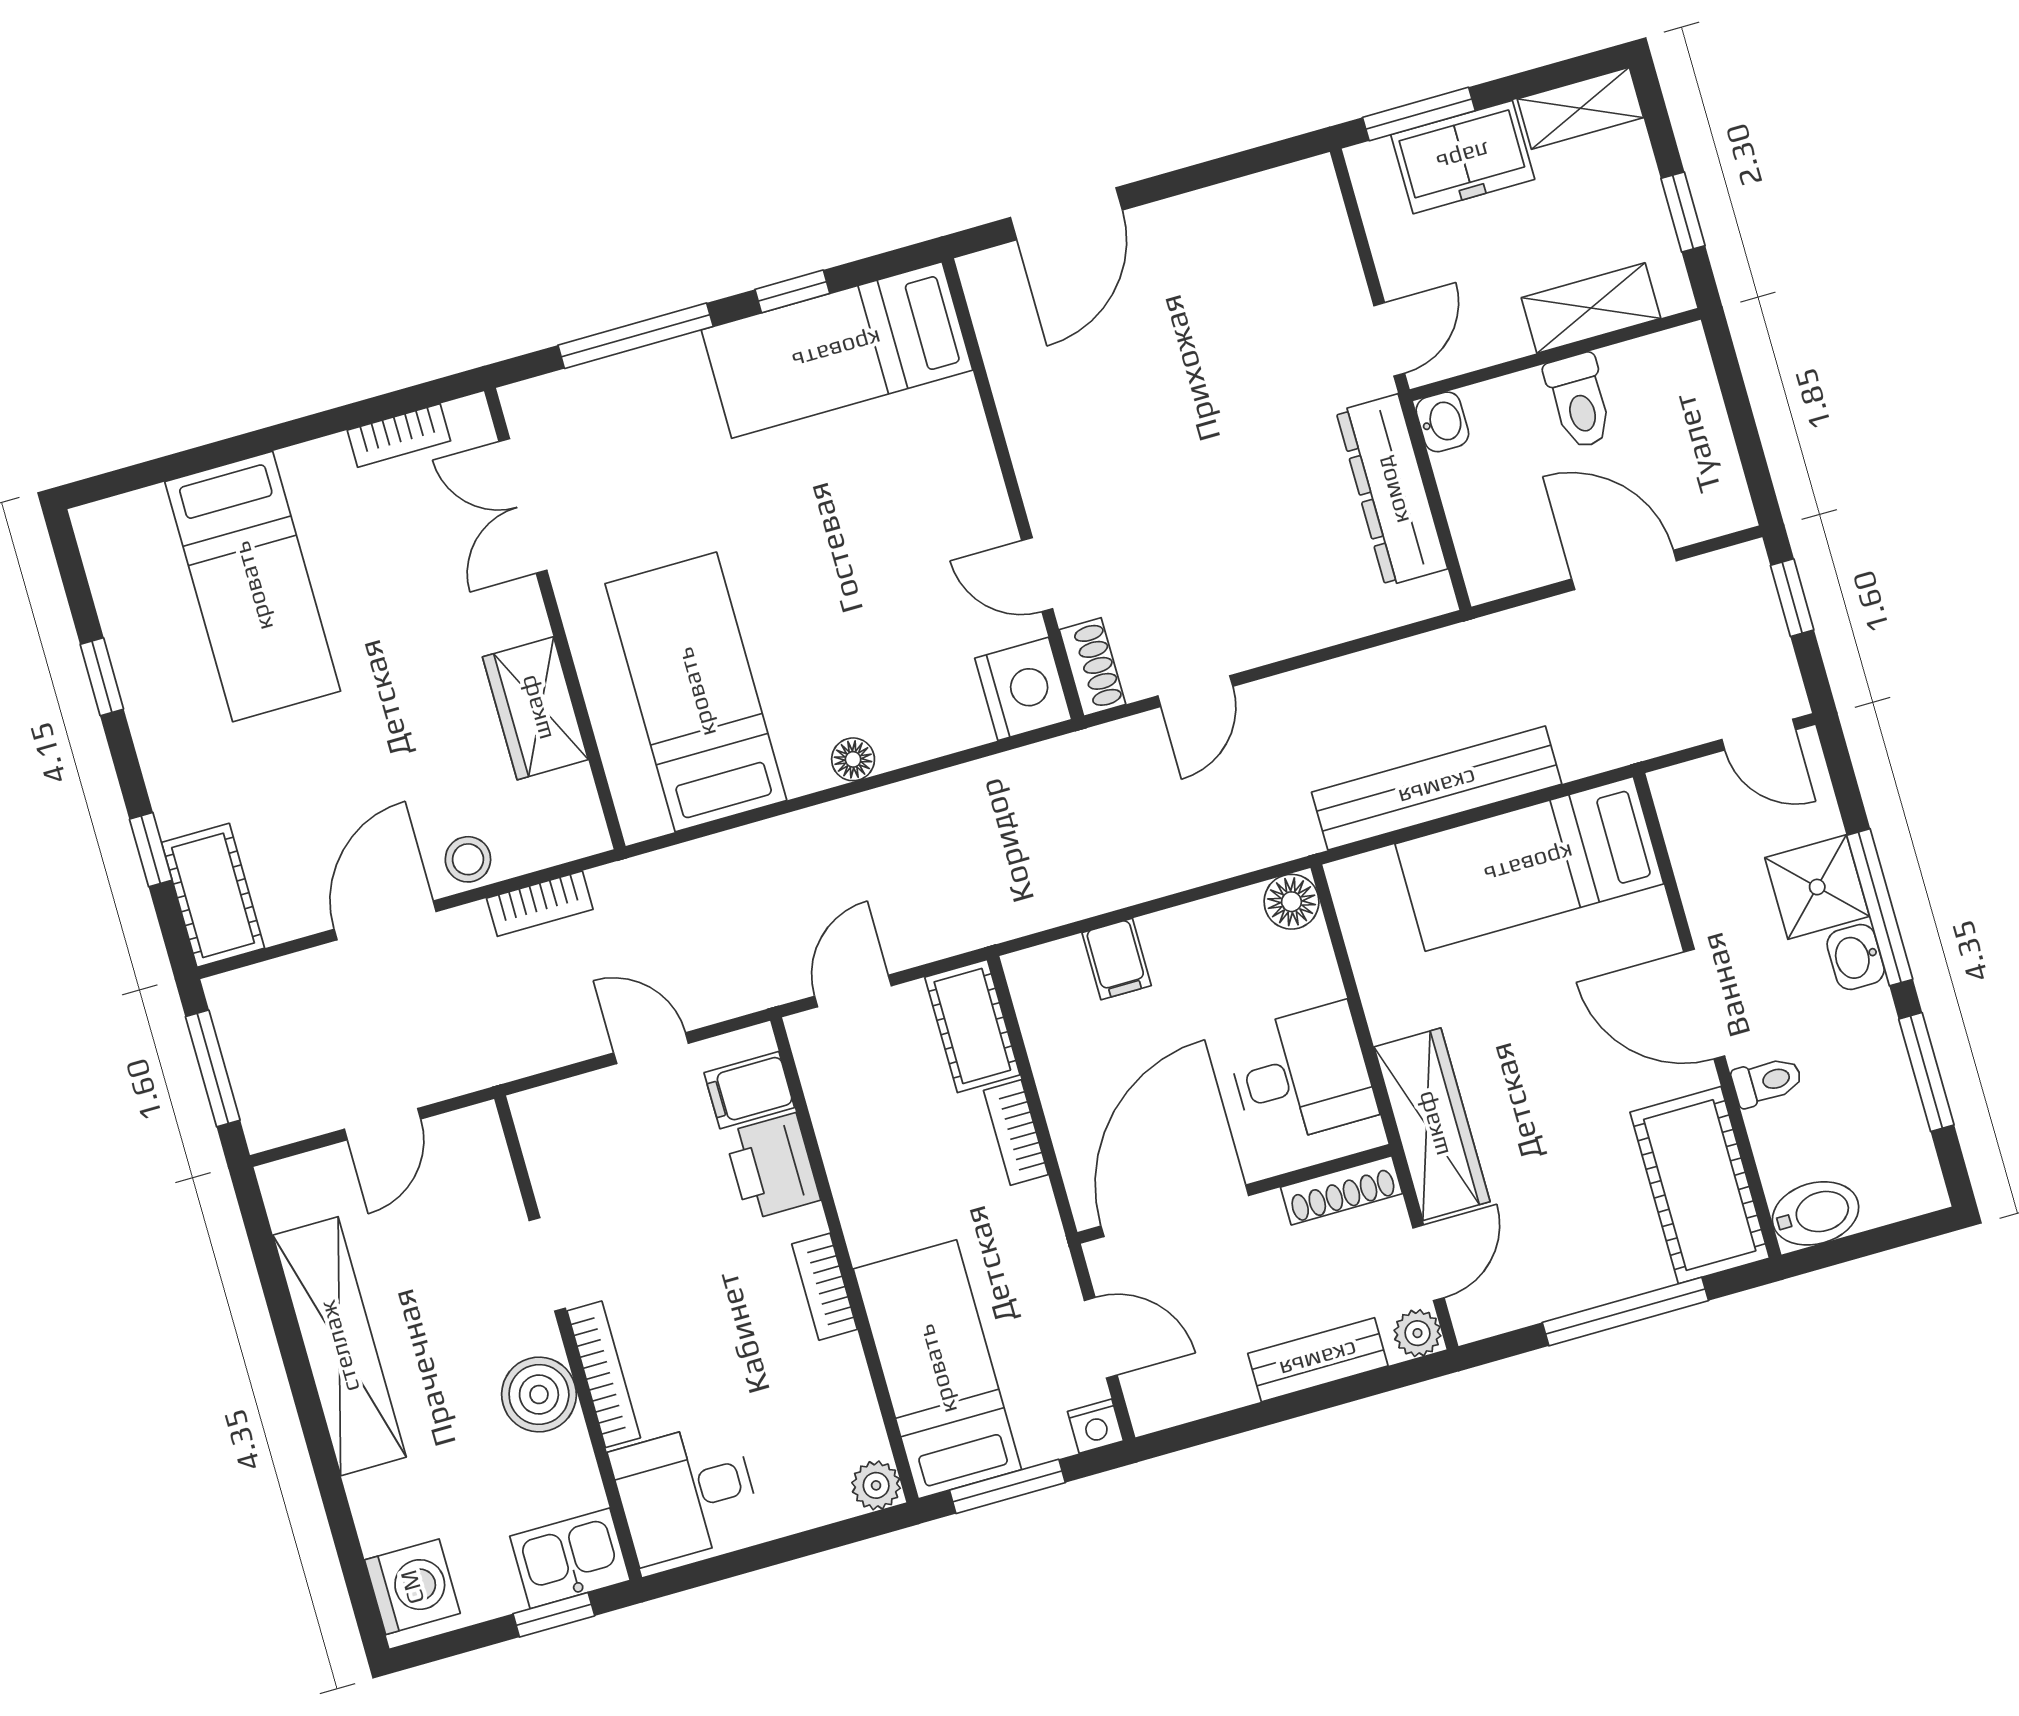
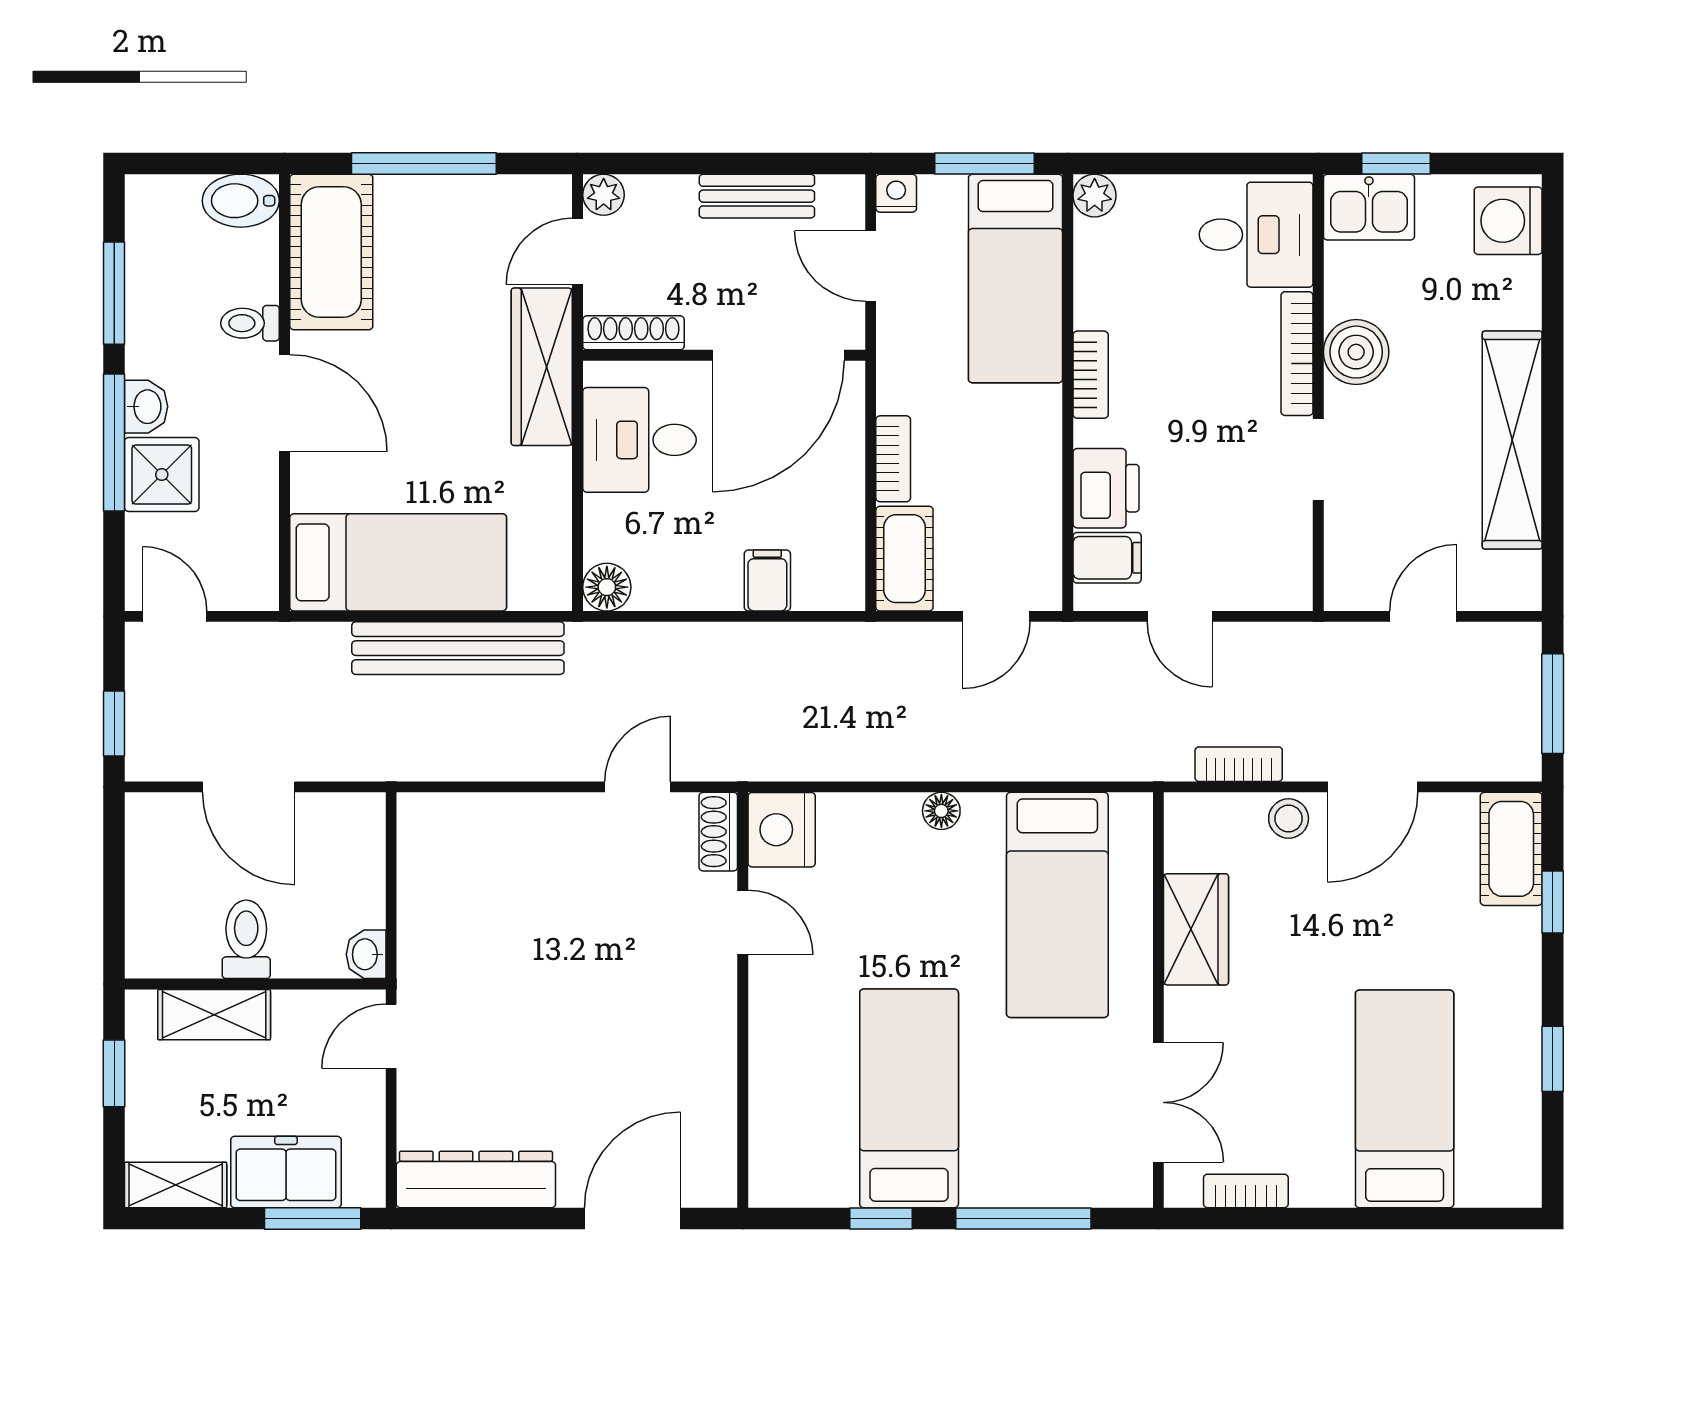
bed: (837, 350) -> (909, 1098), moved, turned -90
dresser: (1392, 490) -> (476, 1179), moved, turned -90
bench: (1318, 1360) -> (757, 196), moved

